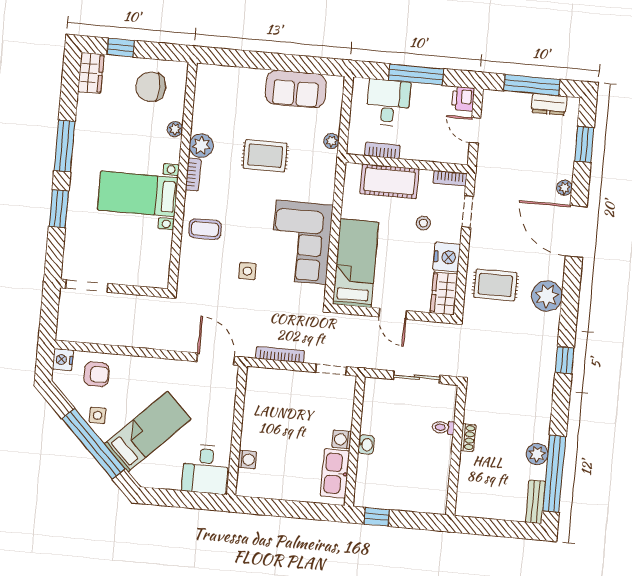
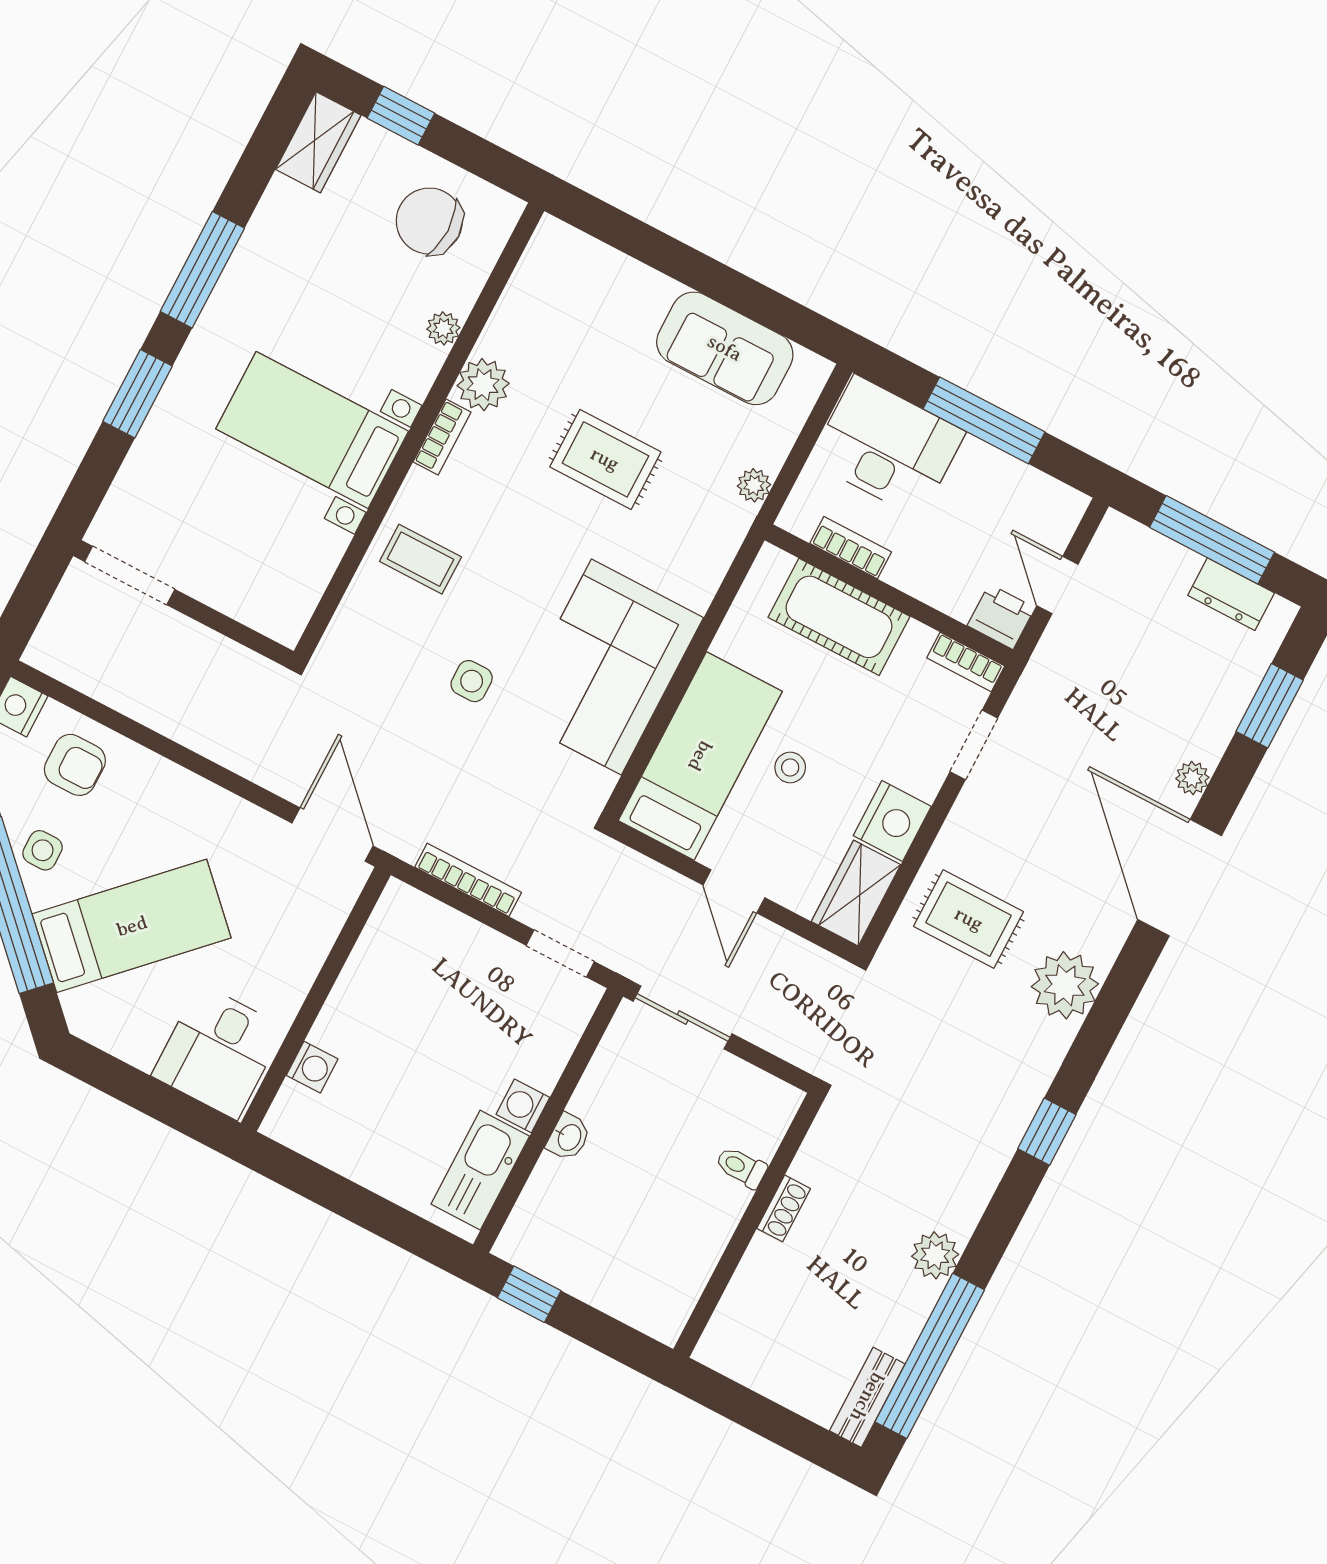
printer: (463, 99) -> (1001, 617), moved, turned 90
desk: (388, 103) -> (887, 447), width x1.37
stool: (423, 223) -> (790, 768), moved
sliding door: (417, 377) -> (683, 1018), moved
plant: (537, 454) -> (935, 1255), moved

